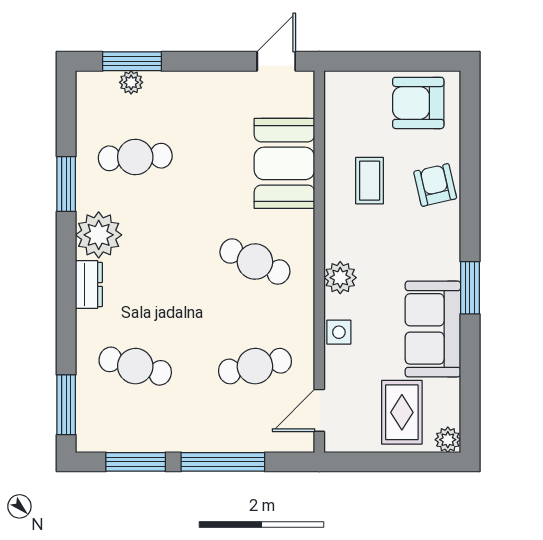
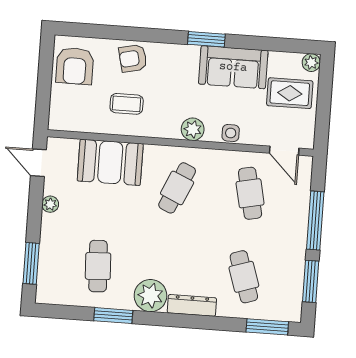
plant: (131, 82) -> (50, 204), moved
dresser: (89, 284) -> (192, 305), width x1.44
cafe table: (135, 366) -> (244, 277), turned -33

